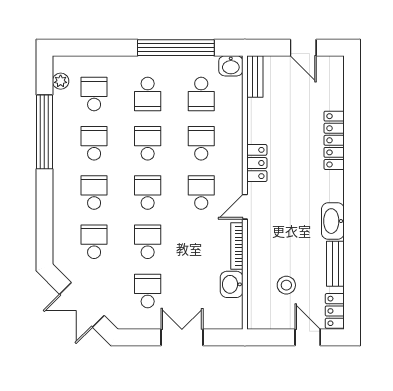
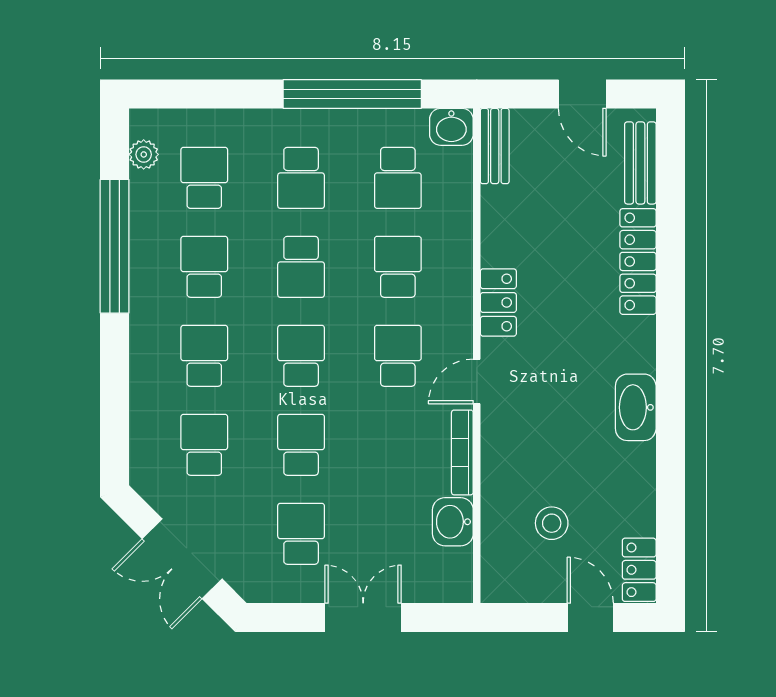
school desk: (148, 143) -> (301, 267), turned 180
bench: (335, 264) -> (640, 163), moved

